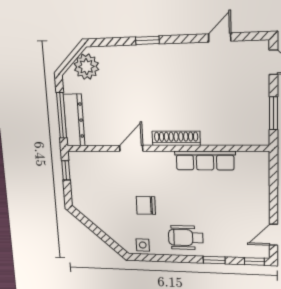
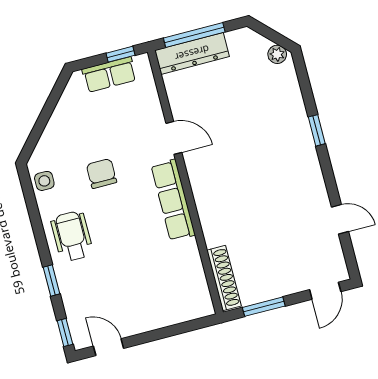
plant: (86, 67) -> (277, 54), width x0.53, depth x0.53
shoe rack: (176, 138) -> (224, 278), moved
row of seats: (205, 160) -> (173, 200), moved
row of seats: (78, 182) -> (109, 75), added

